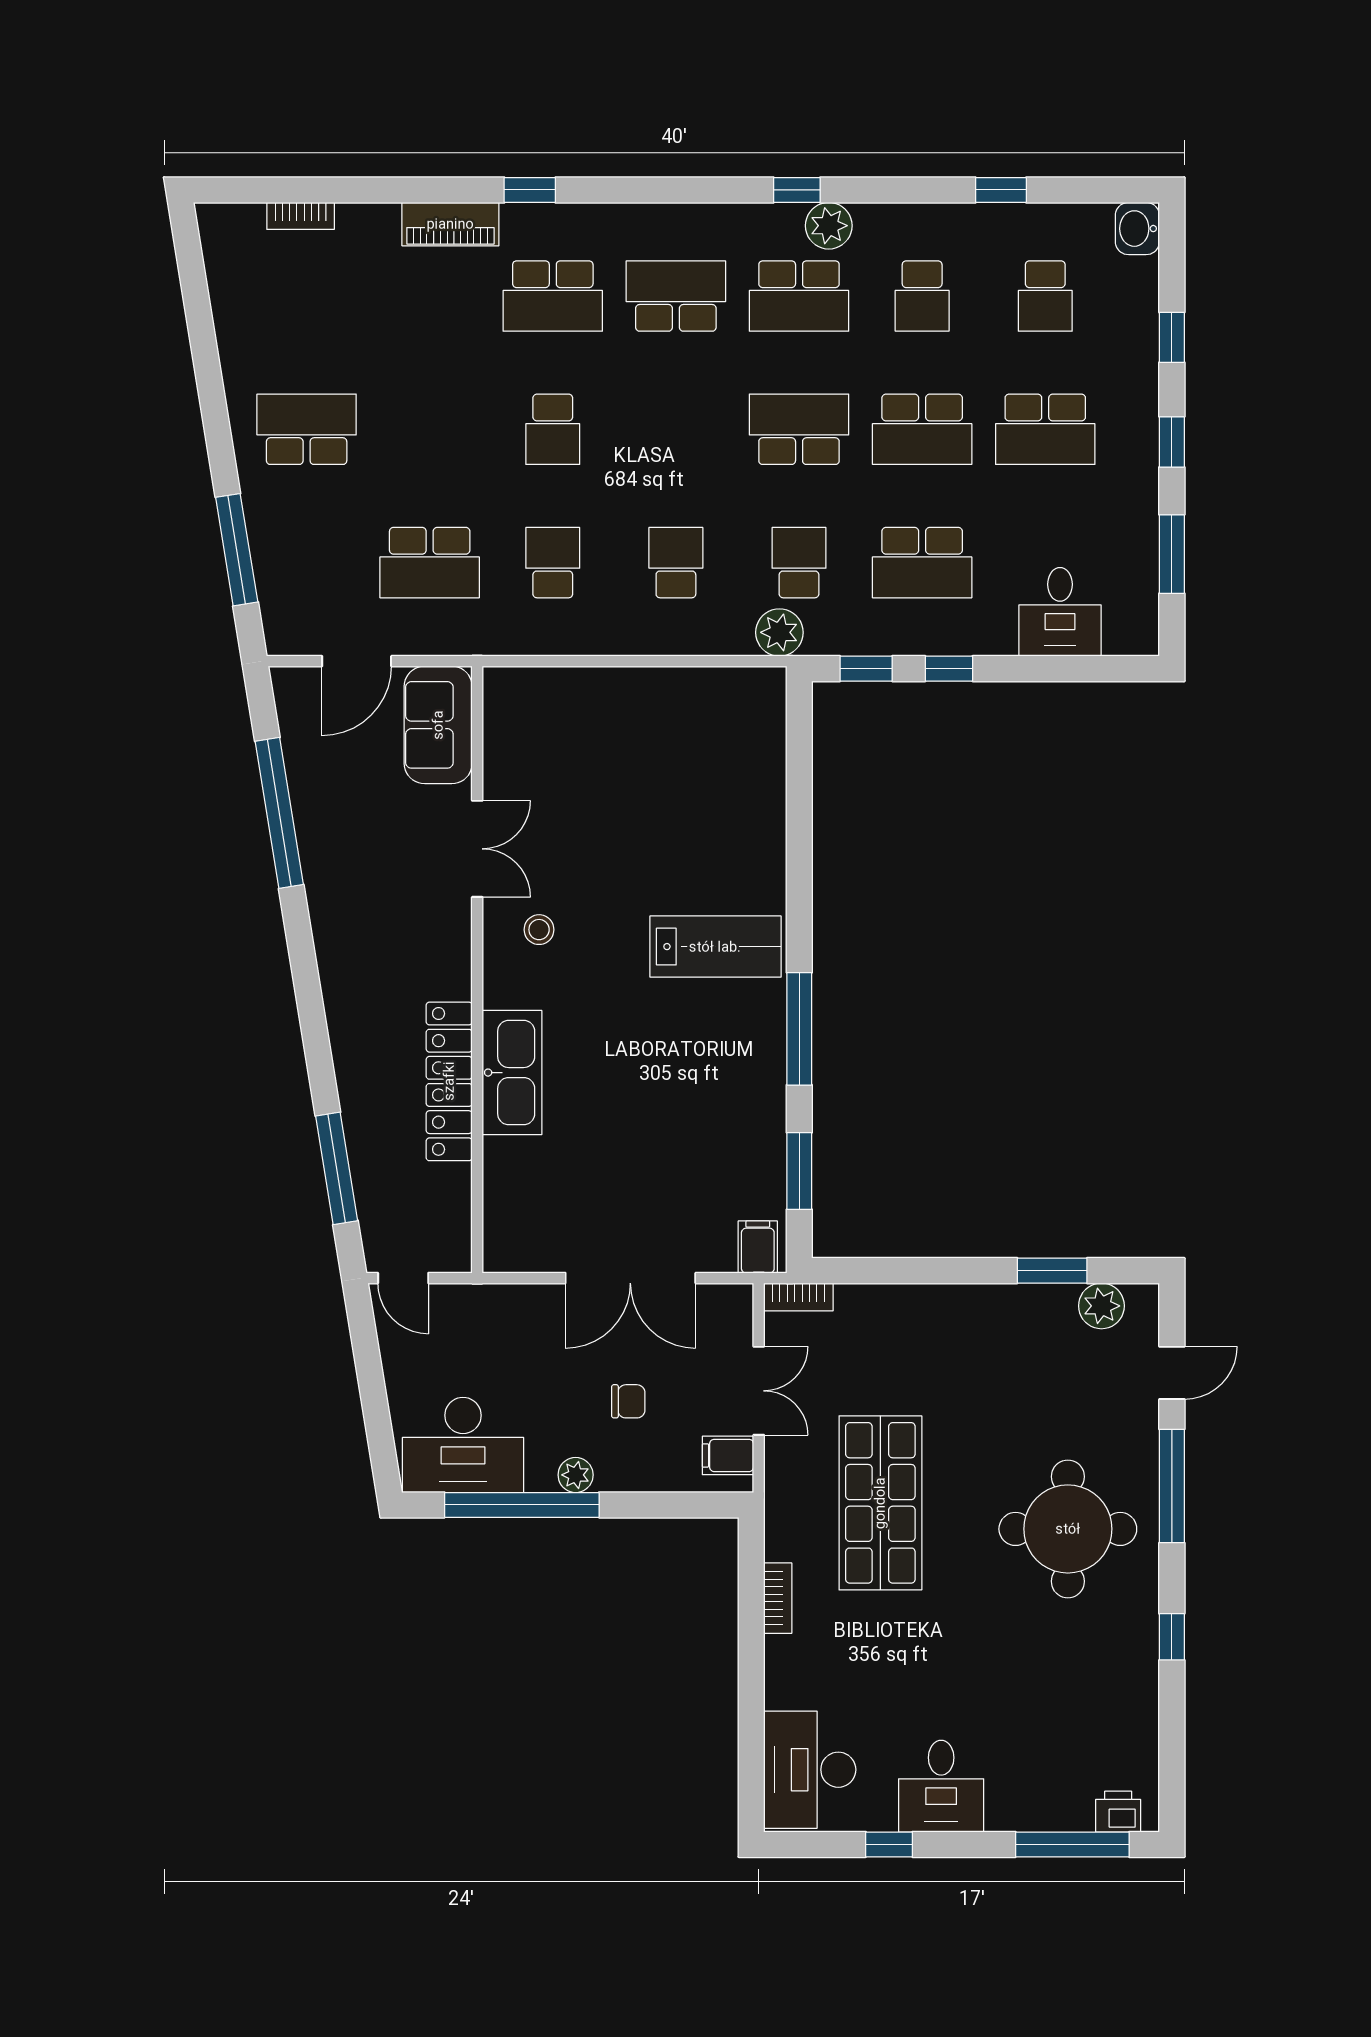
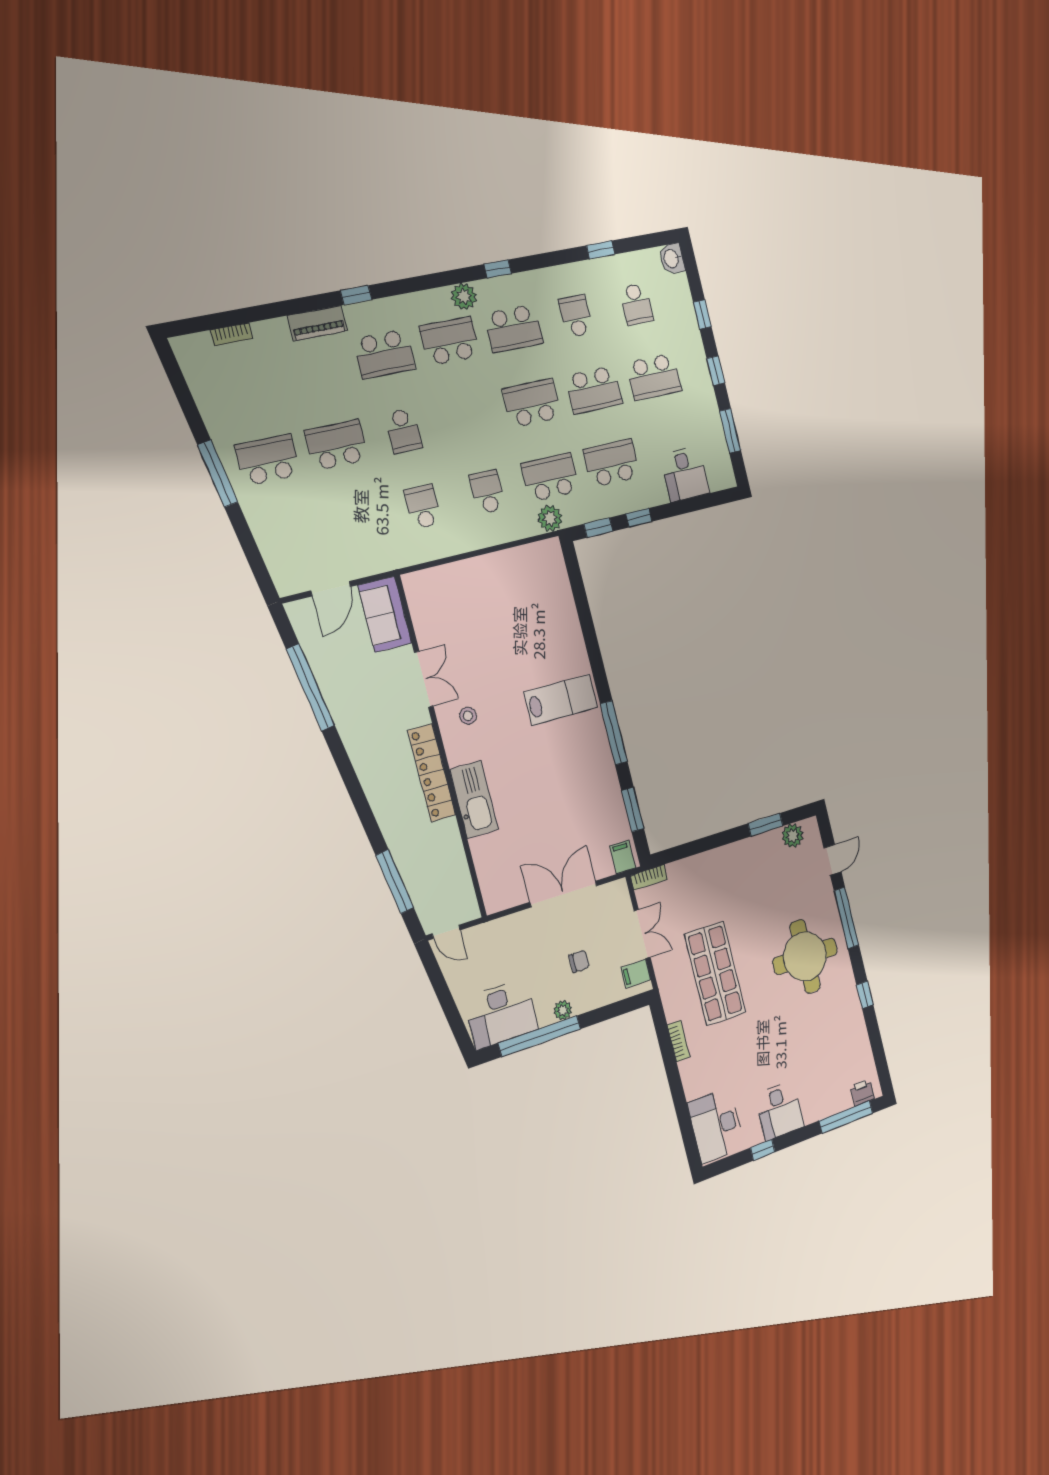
plant: (829, 226) -> (464, 296), moved
school desk: (922, 296) -> (576, 316), turned 180
window: (237, 550) -> (218, 473), moved
school desk: (430, 563) -> (337, 445), moved, turned 180
school desk: (799, 563) -> (550, 477), width x1.85
school desk: (922, 563) -> (612, 463), turned 180
locker: (449, 1081) -> (432, 773), moved
double door: (630, 1278) -> (563, 894), swing flipped

